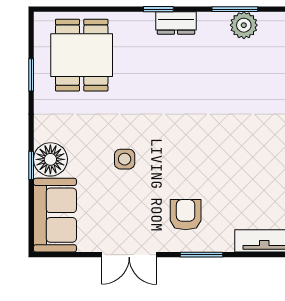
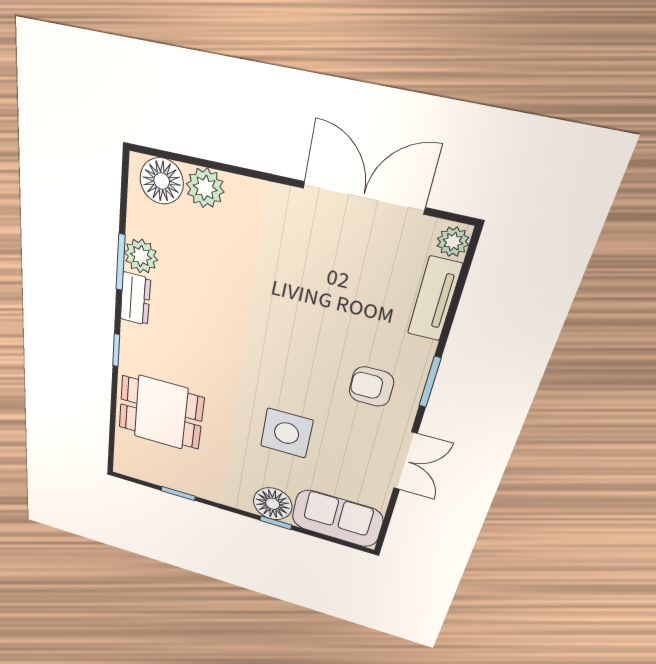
dresser: (176, 23) -> (135, 299), moved
dining table: (82, 55) -> (161, 413), moved
side table: (125, 159) -> (287, 433), width x1.87, depth x1.87

